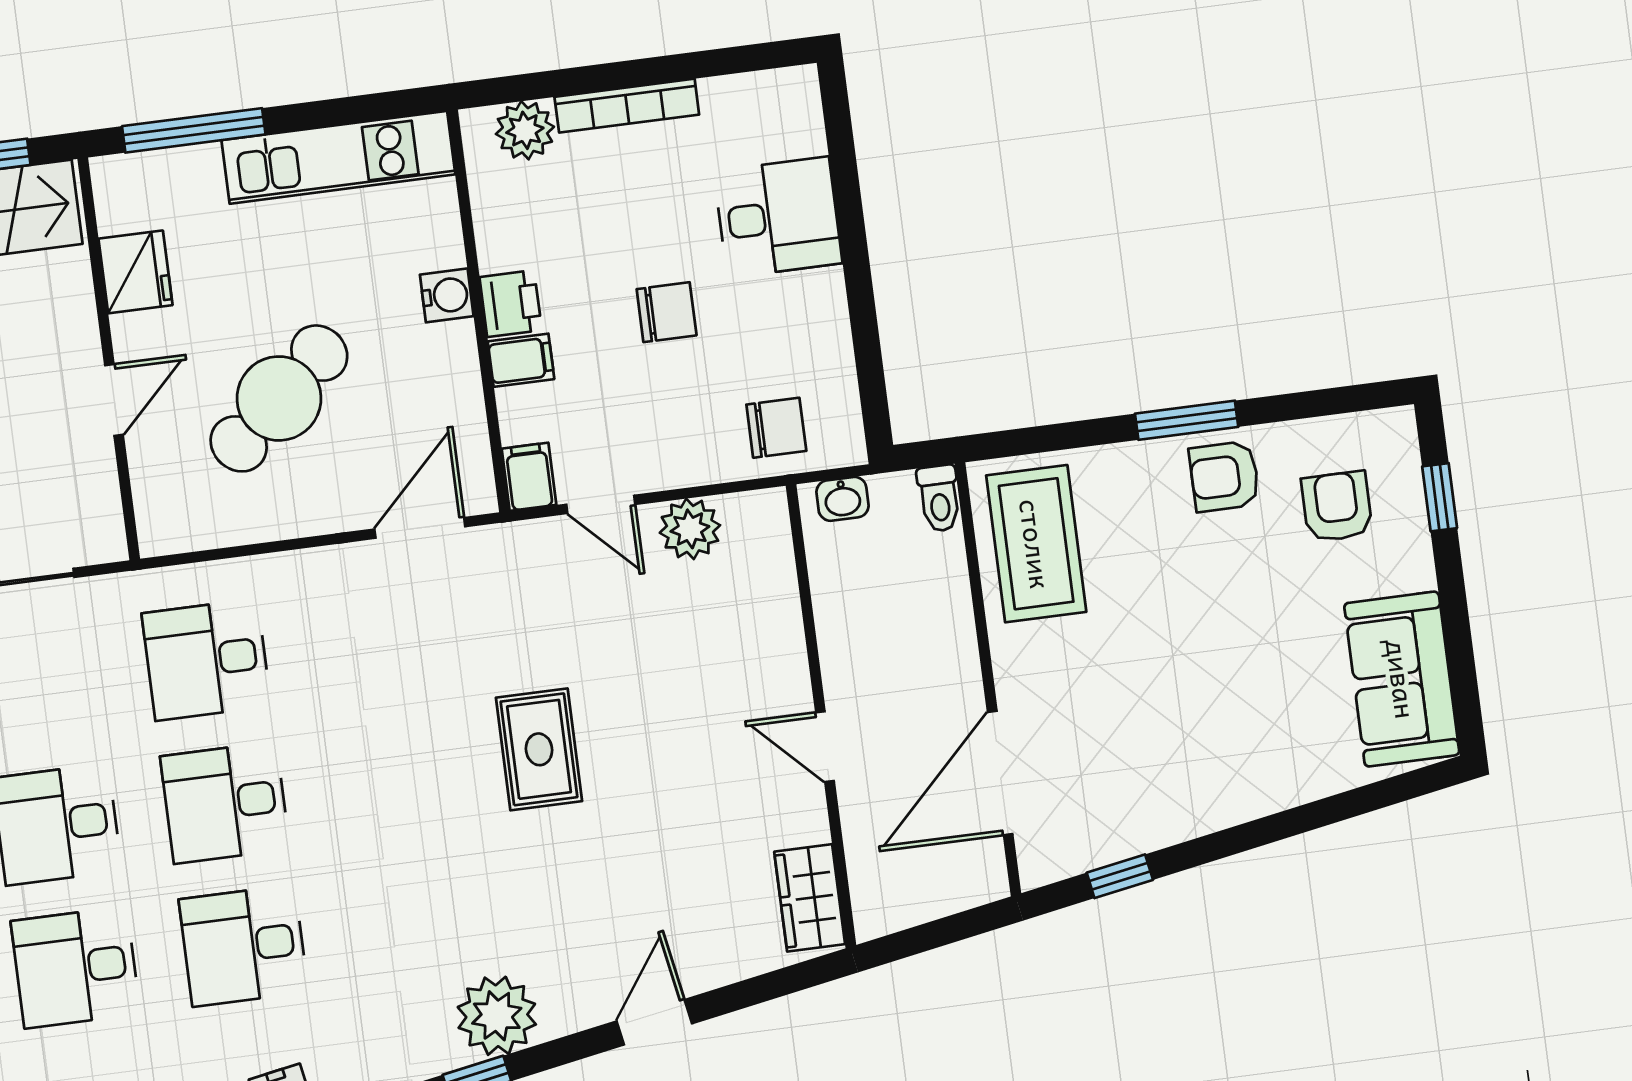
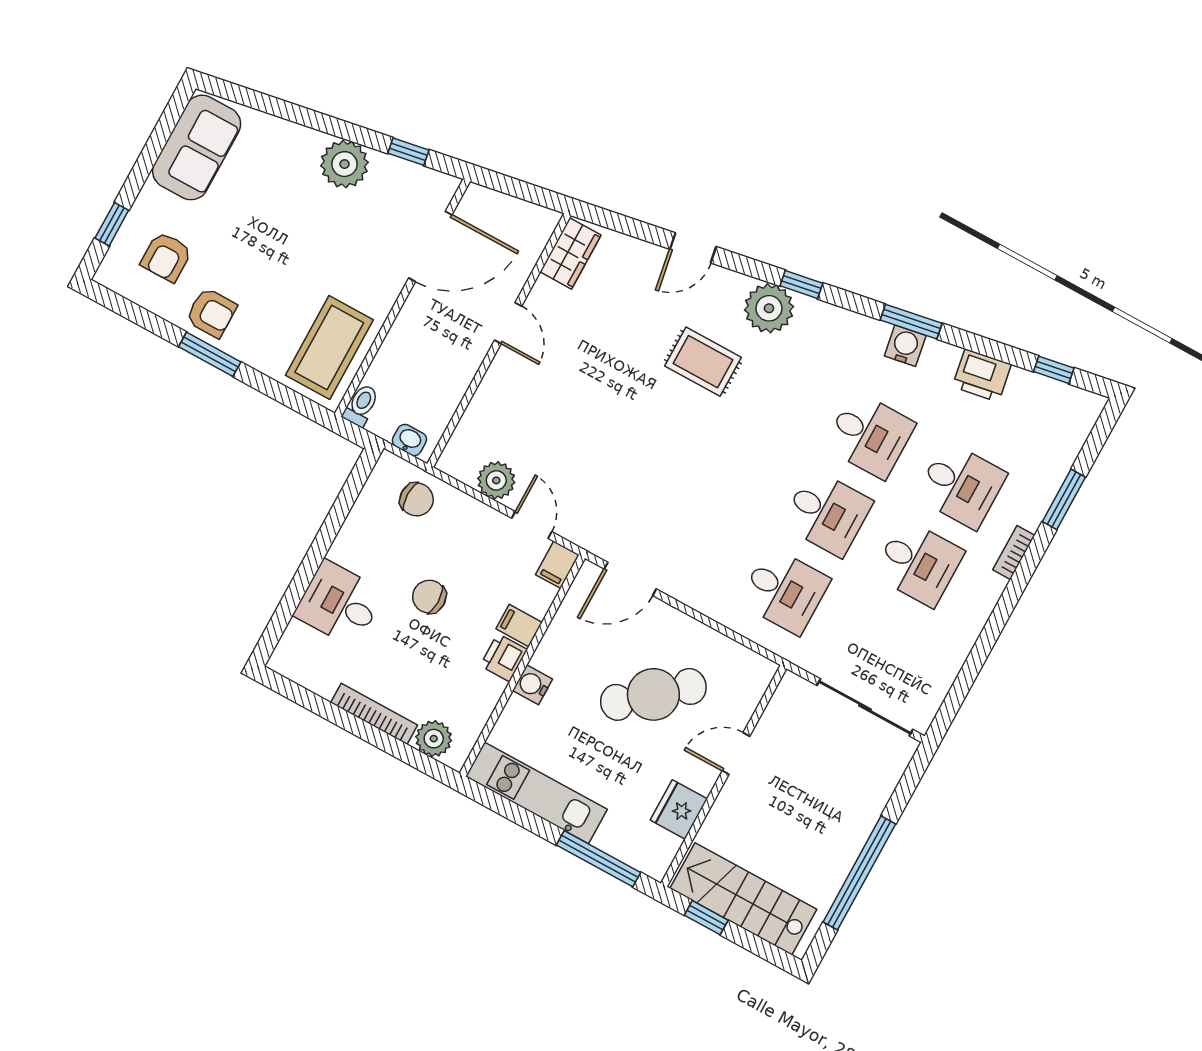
chair: (776, 428) -> (417, 499), turned 180
rug: (539, 749) -> (703, 362), moved, turned 90
plant: (1192, 799) -> (344, 164), added

